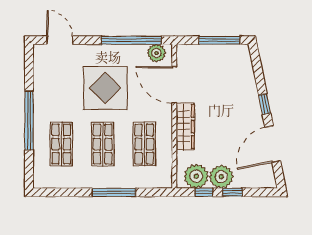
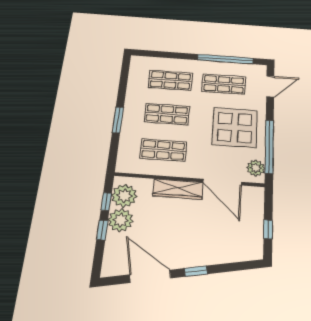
window: (219, 40) -> (268, 229), width x0.46
door: (174, 85) -> (222, 182), swing flipped
shop shelf: (61, 88) -> (224, 84), added
display table: (105, 88) -> (235, 127), moved
window: (29, 120) -> (225, 59), moved
window: (114, 192) -> (118, 120), width x0.69

